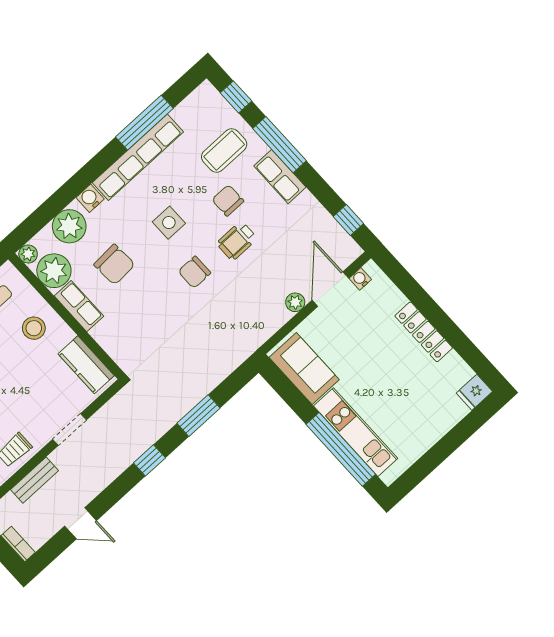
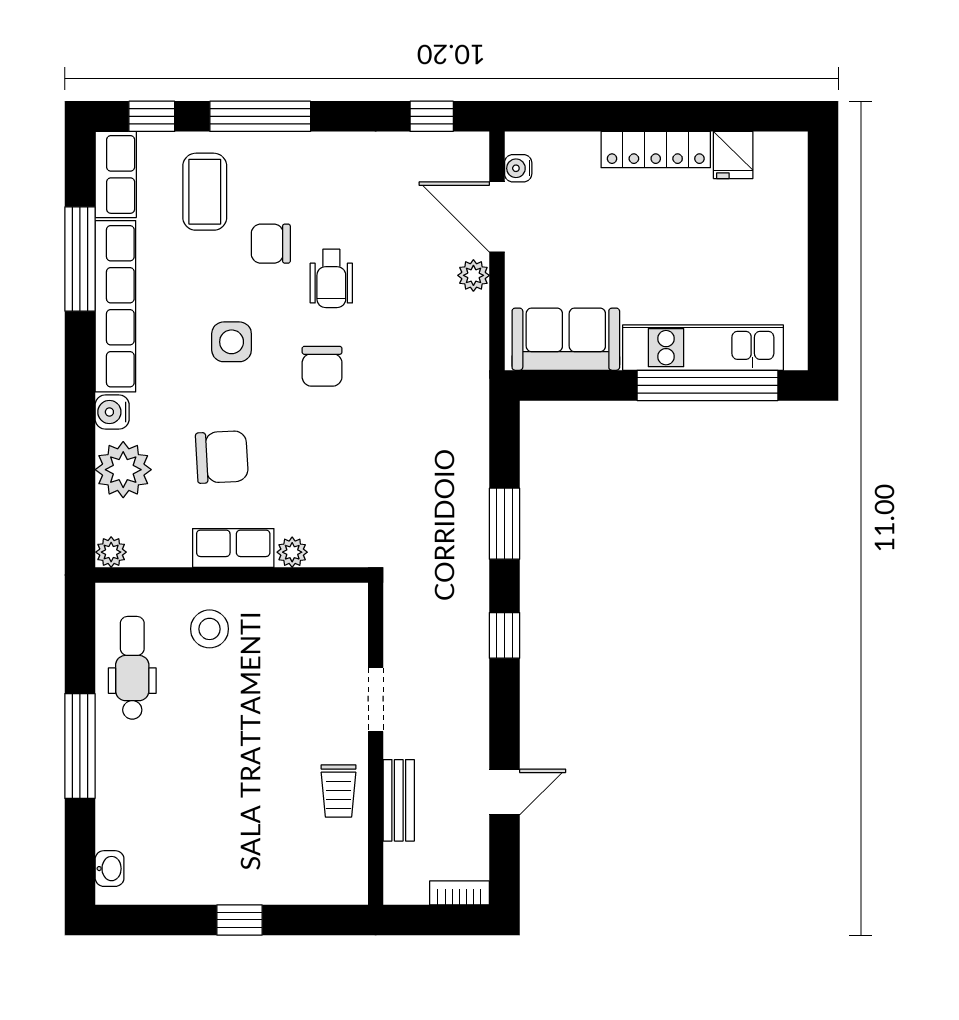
row of seats: (280, 177) -> (116, 174), moved, turned -90
plant: (54, 271) -> (292, 552), moved, width x0.53, depth x0.53
kitchen counter: (86, 365) -> (314, 605), removed
fridge: (474, 392) -> (733, 155), moved

